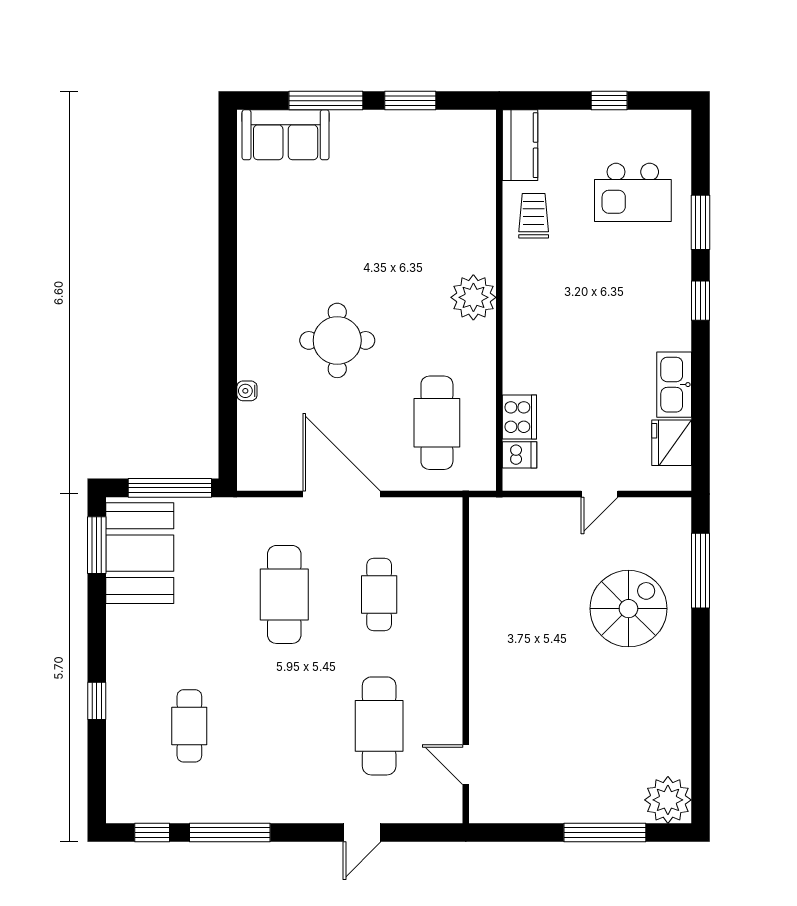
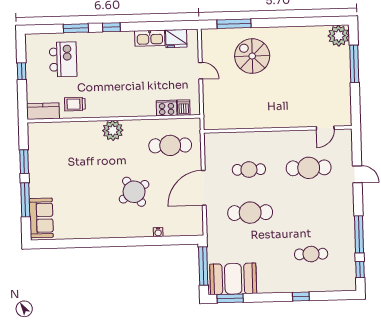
round table: (337, 340) -> (134, 192), turned -33

